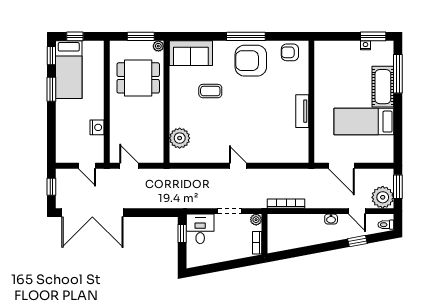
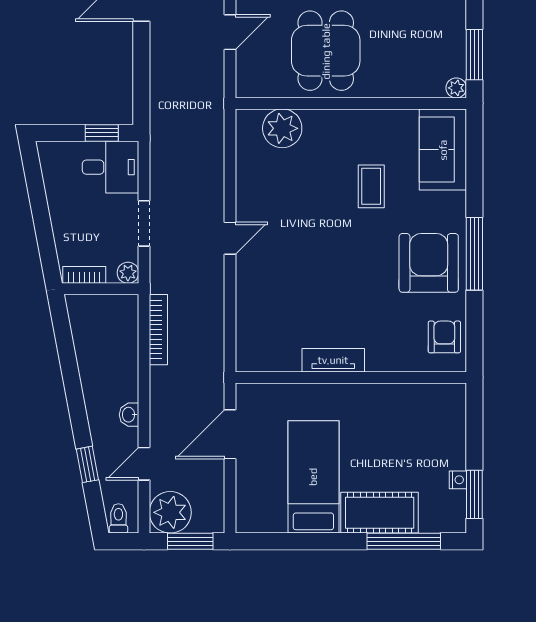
dining table: (138, 78) -> (326, 51), moved

